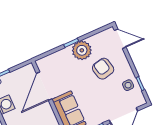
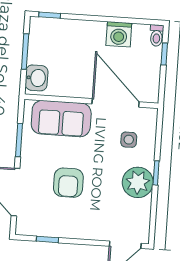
armchair: (103, 69) -> (68, 183), moved, turned 103
side table: (128, 85) -> (129, 140), moved

